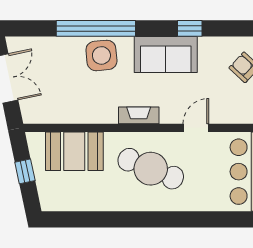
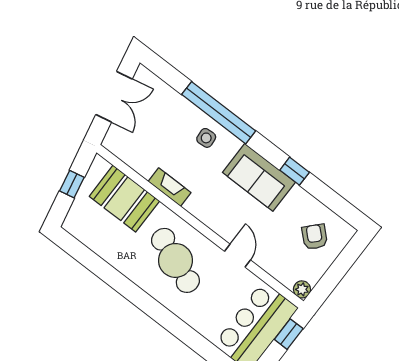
side table: (101, 55) -> (206, 138), width x0.54, depth x0.54
fireplace: (139, 115) -> (170, 187), moved
door: (196, 128) -> (238, 256), hinge flipped

